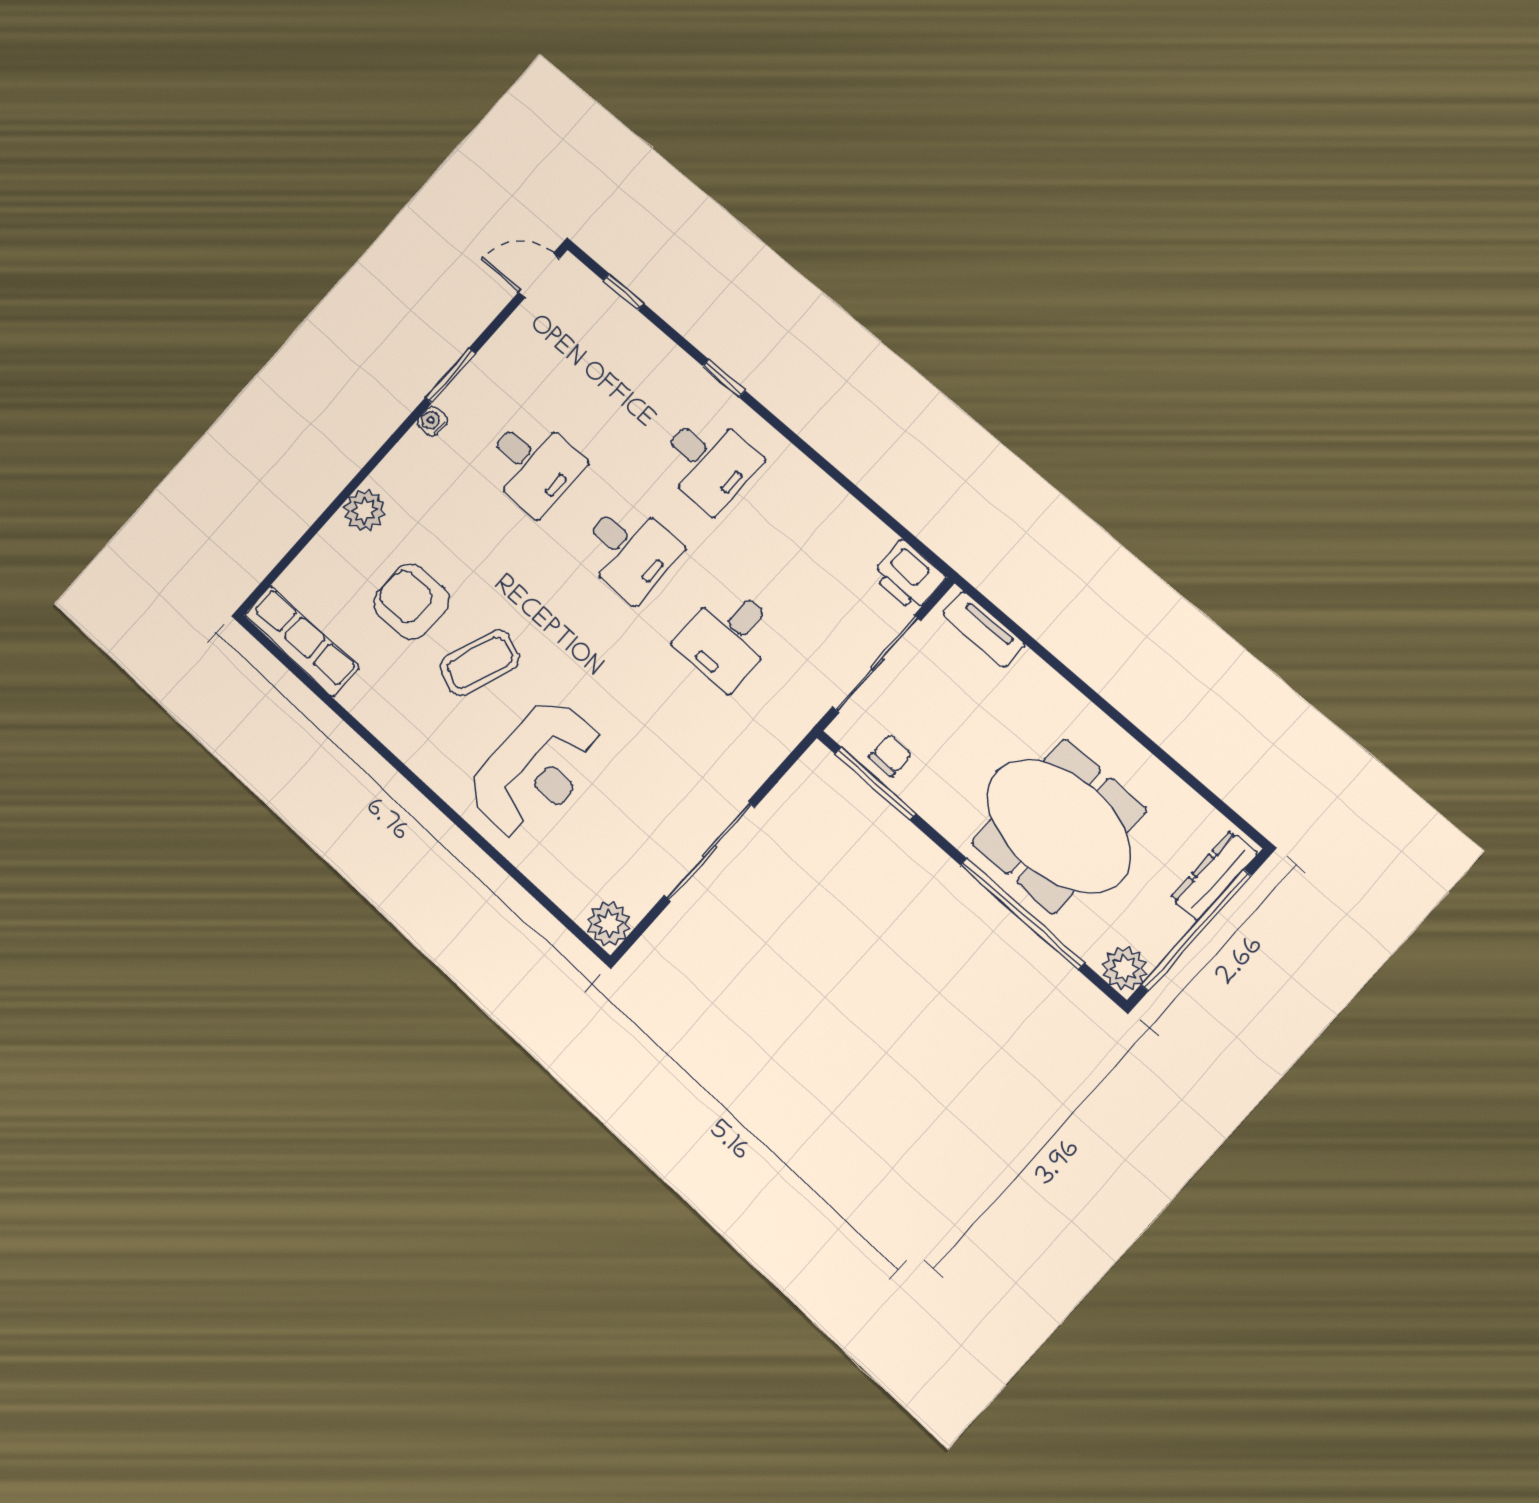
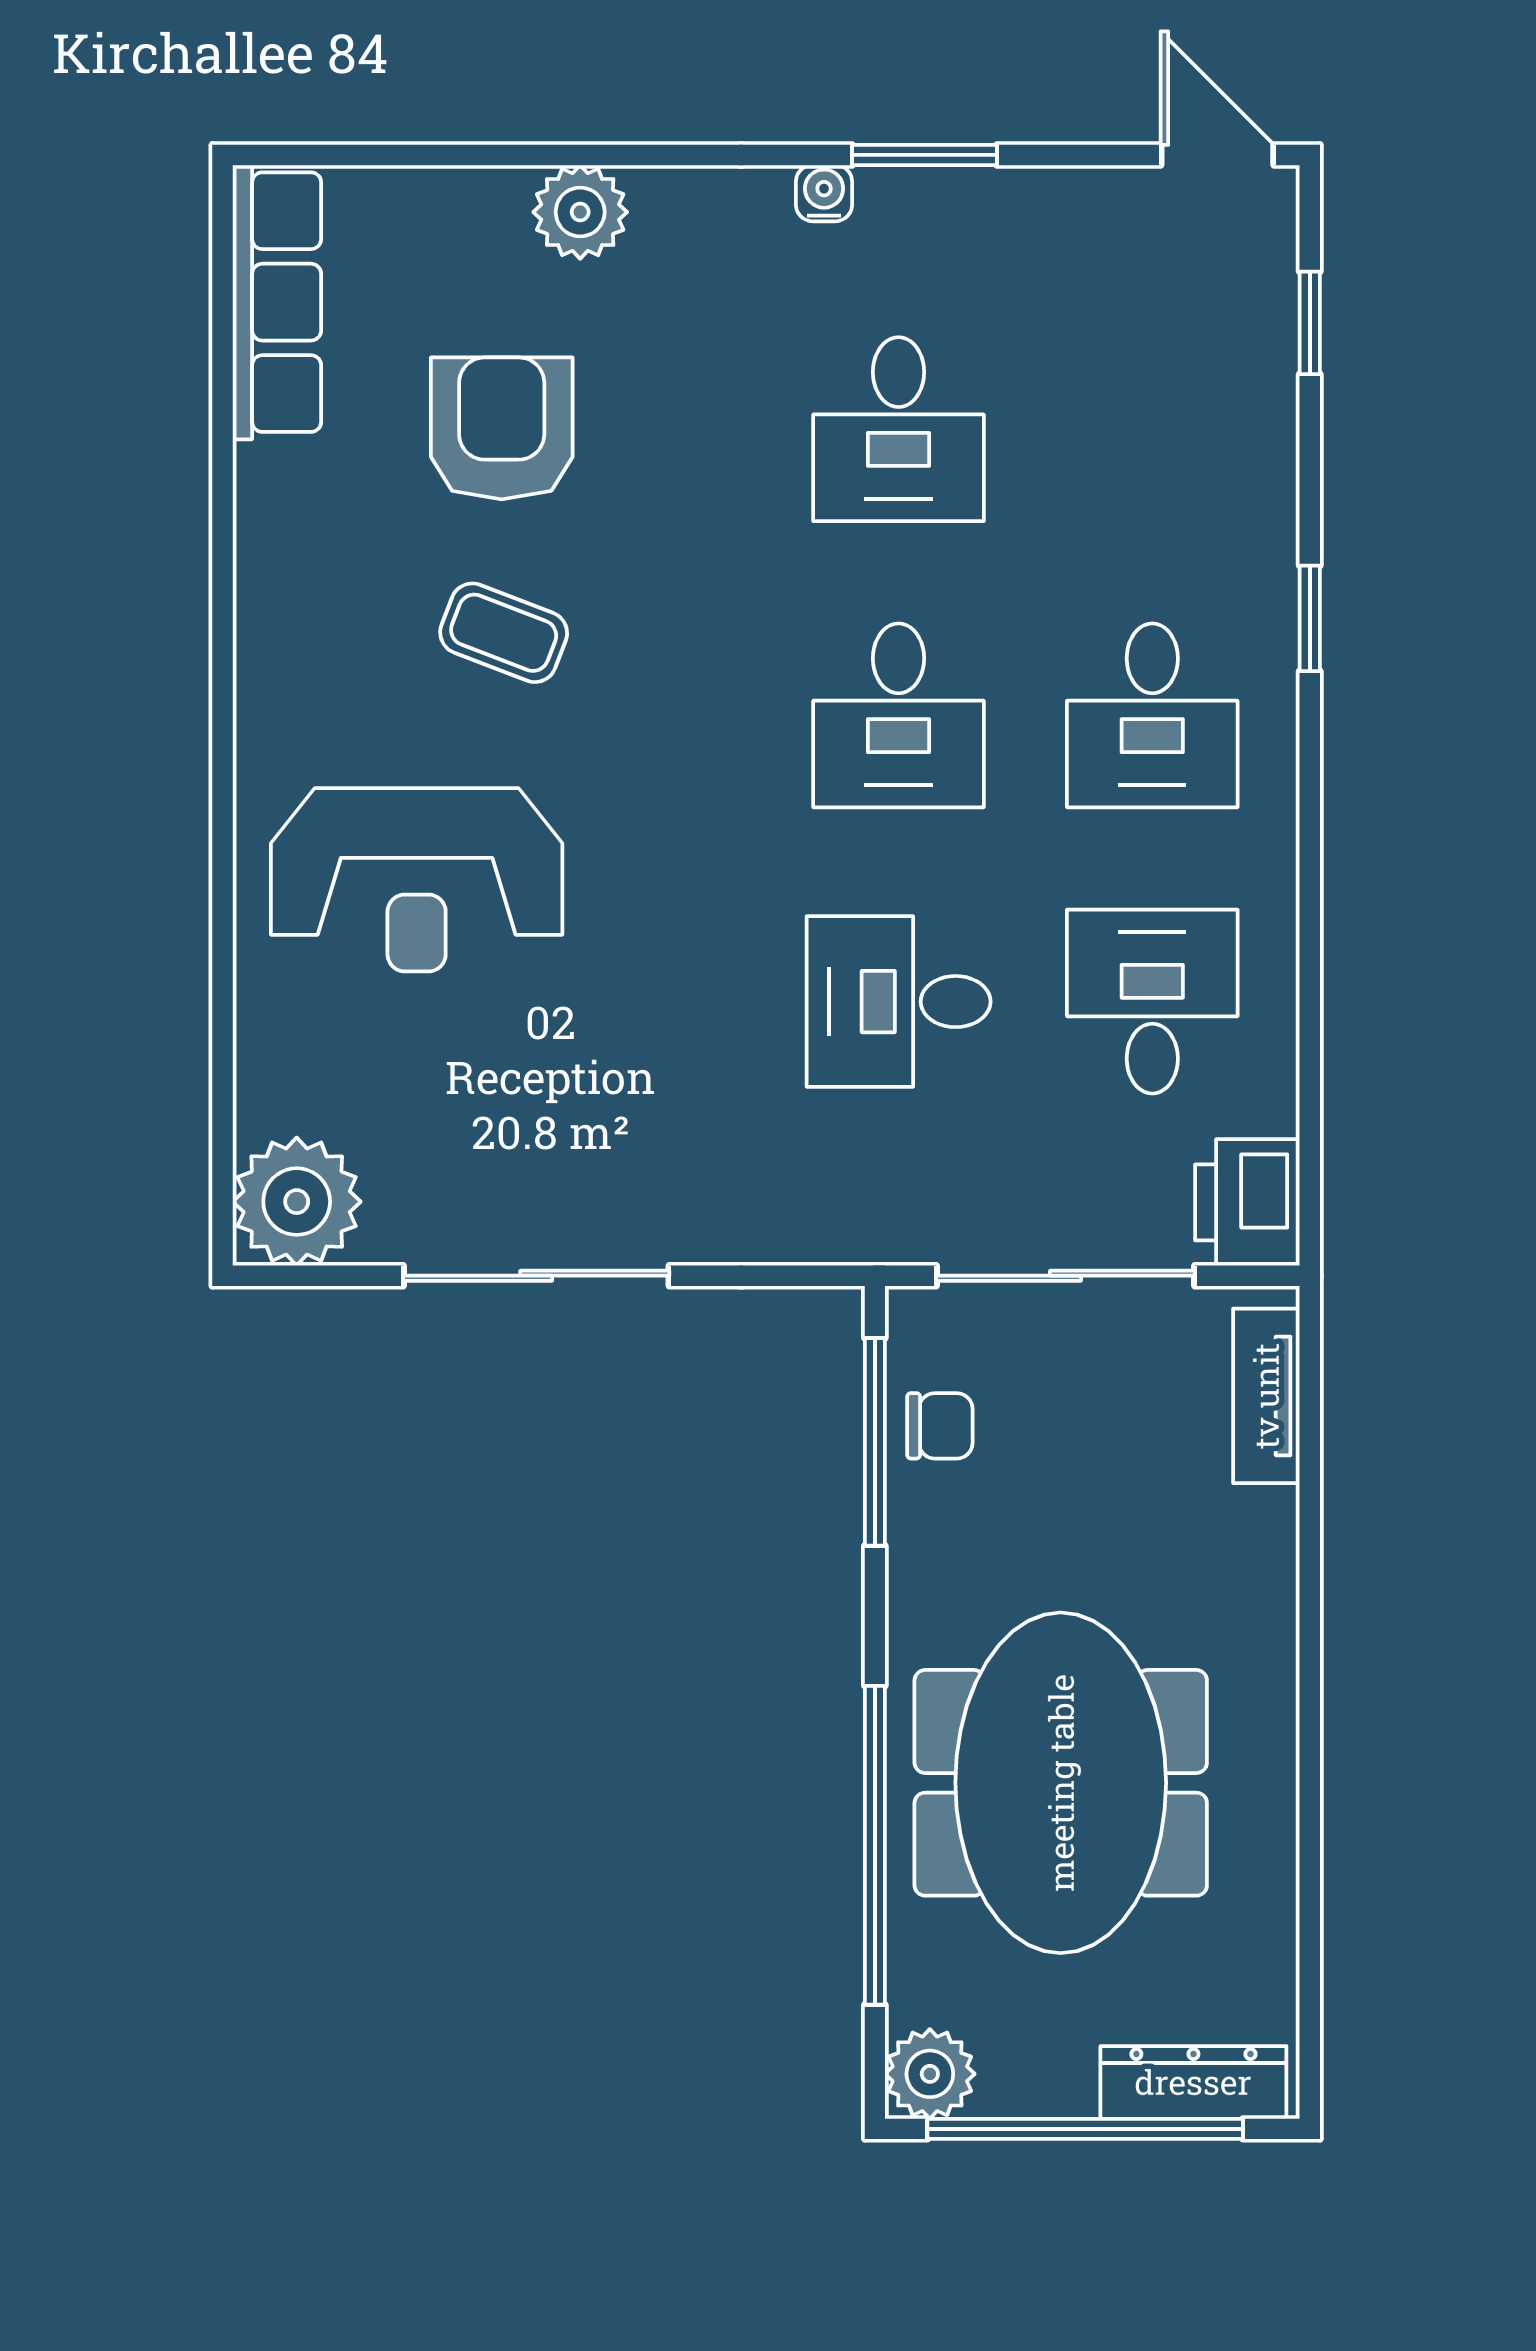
desk: (807, 548) -> (1152, 1002), added
coffee table: (480, 663) -> (504, 633), width x0.73, depth x0.77
plant: (609, 924) -> (297, 1202), width x1.36, depth x1.36

